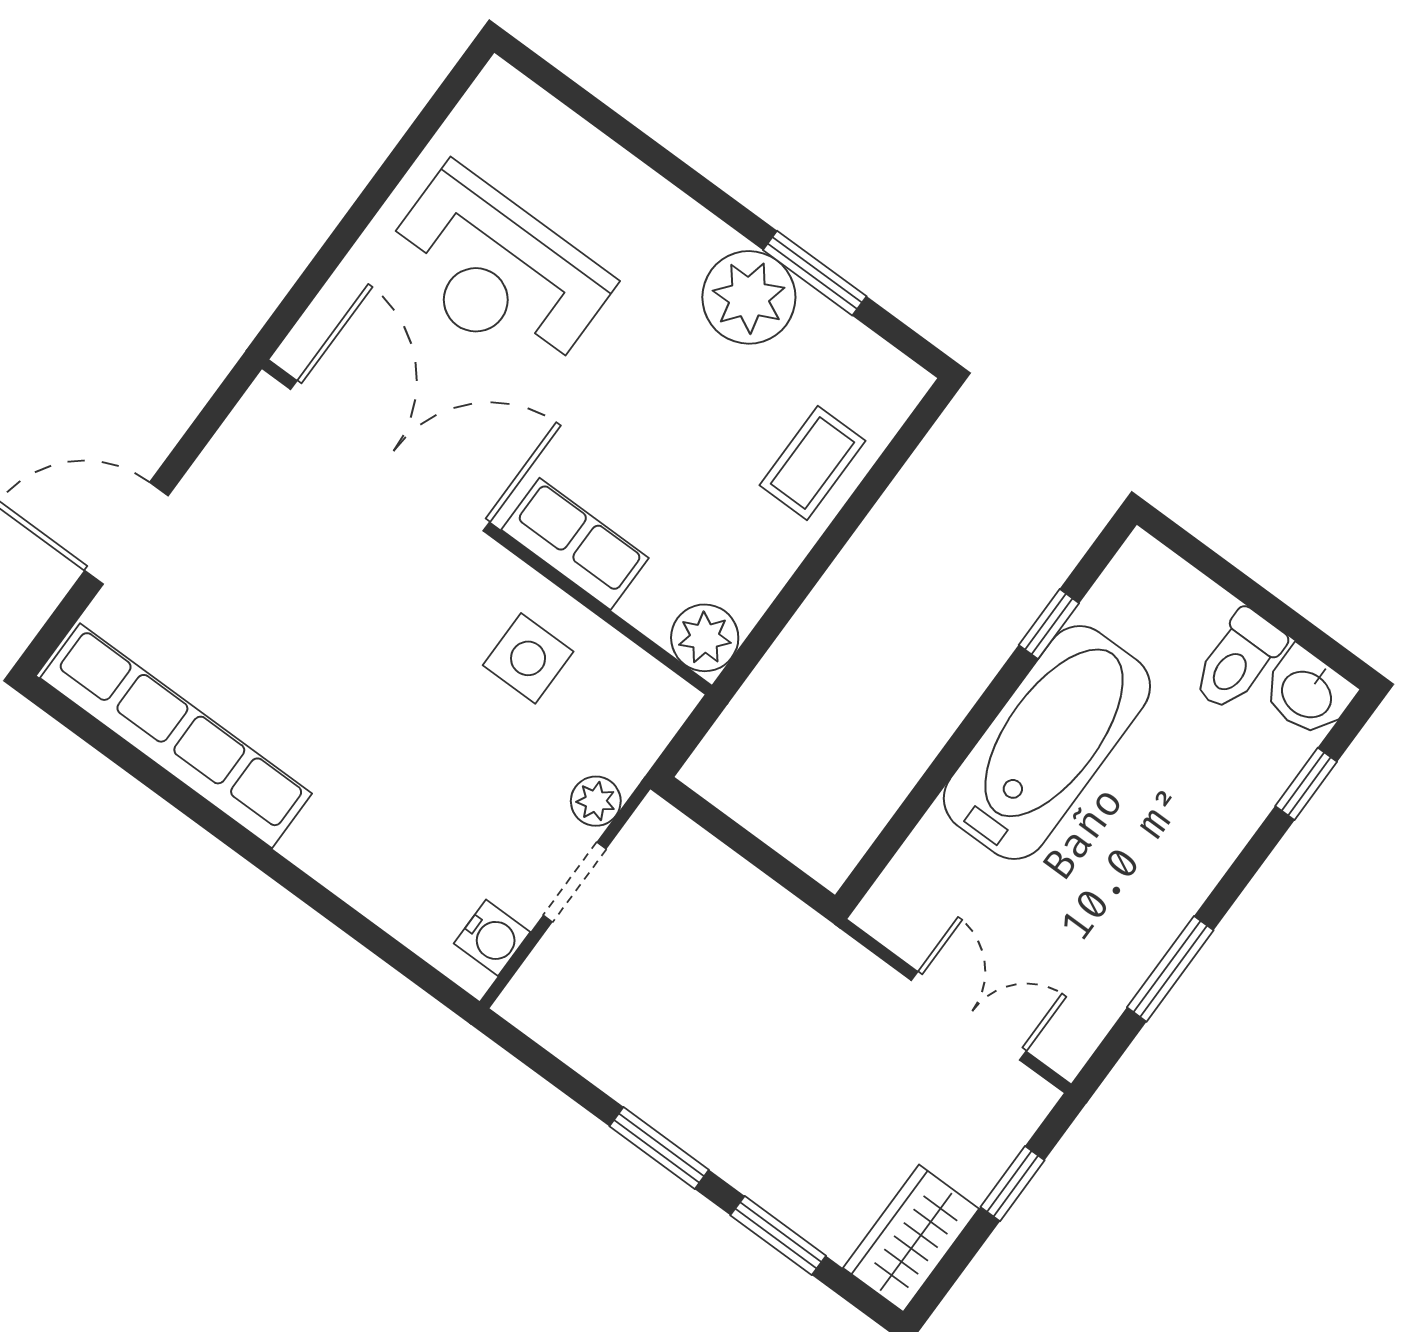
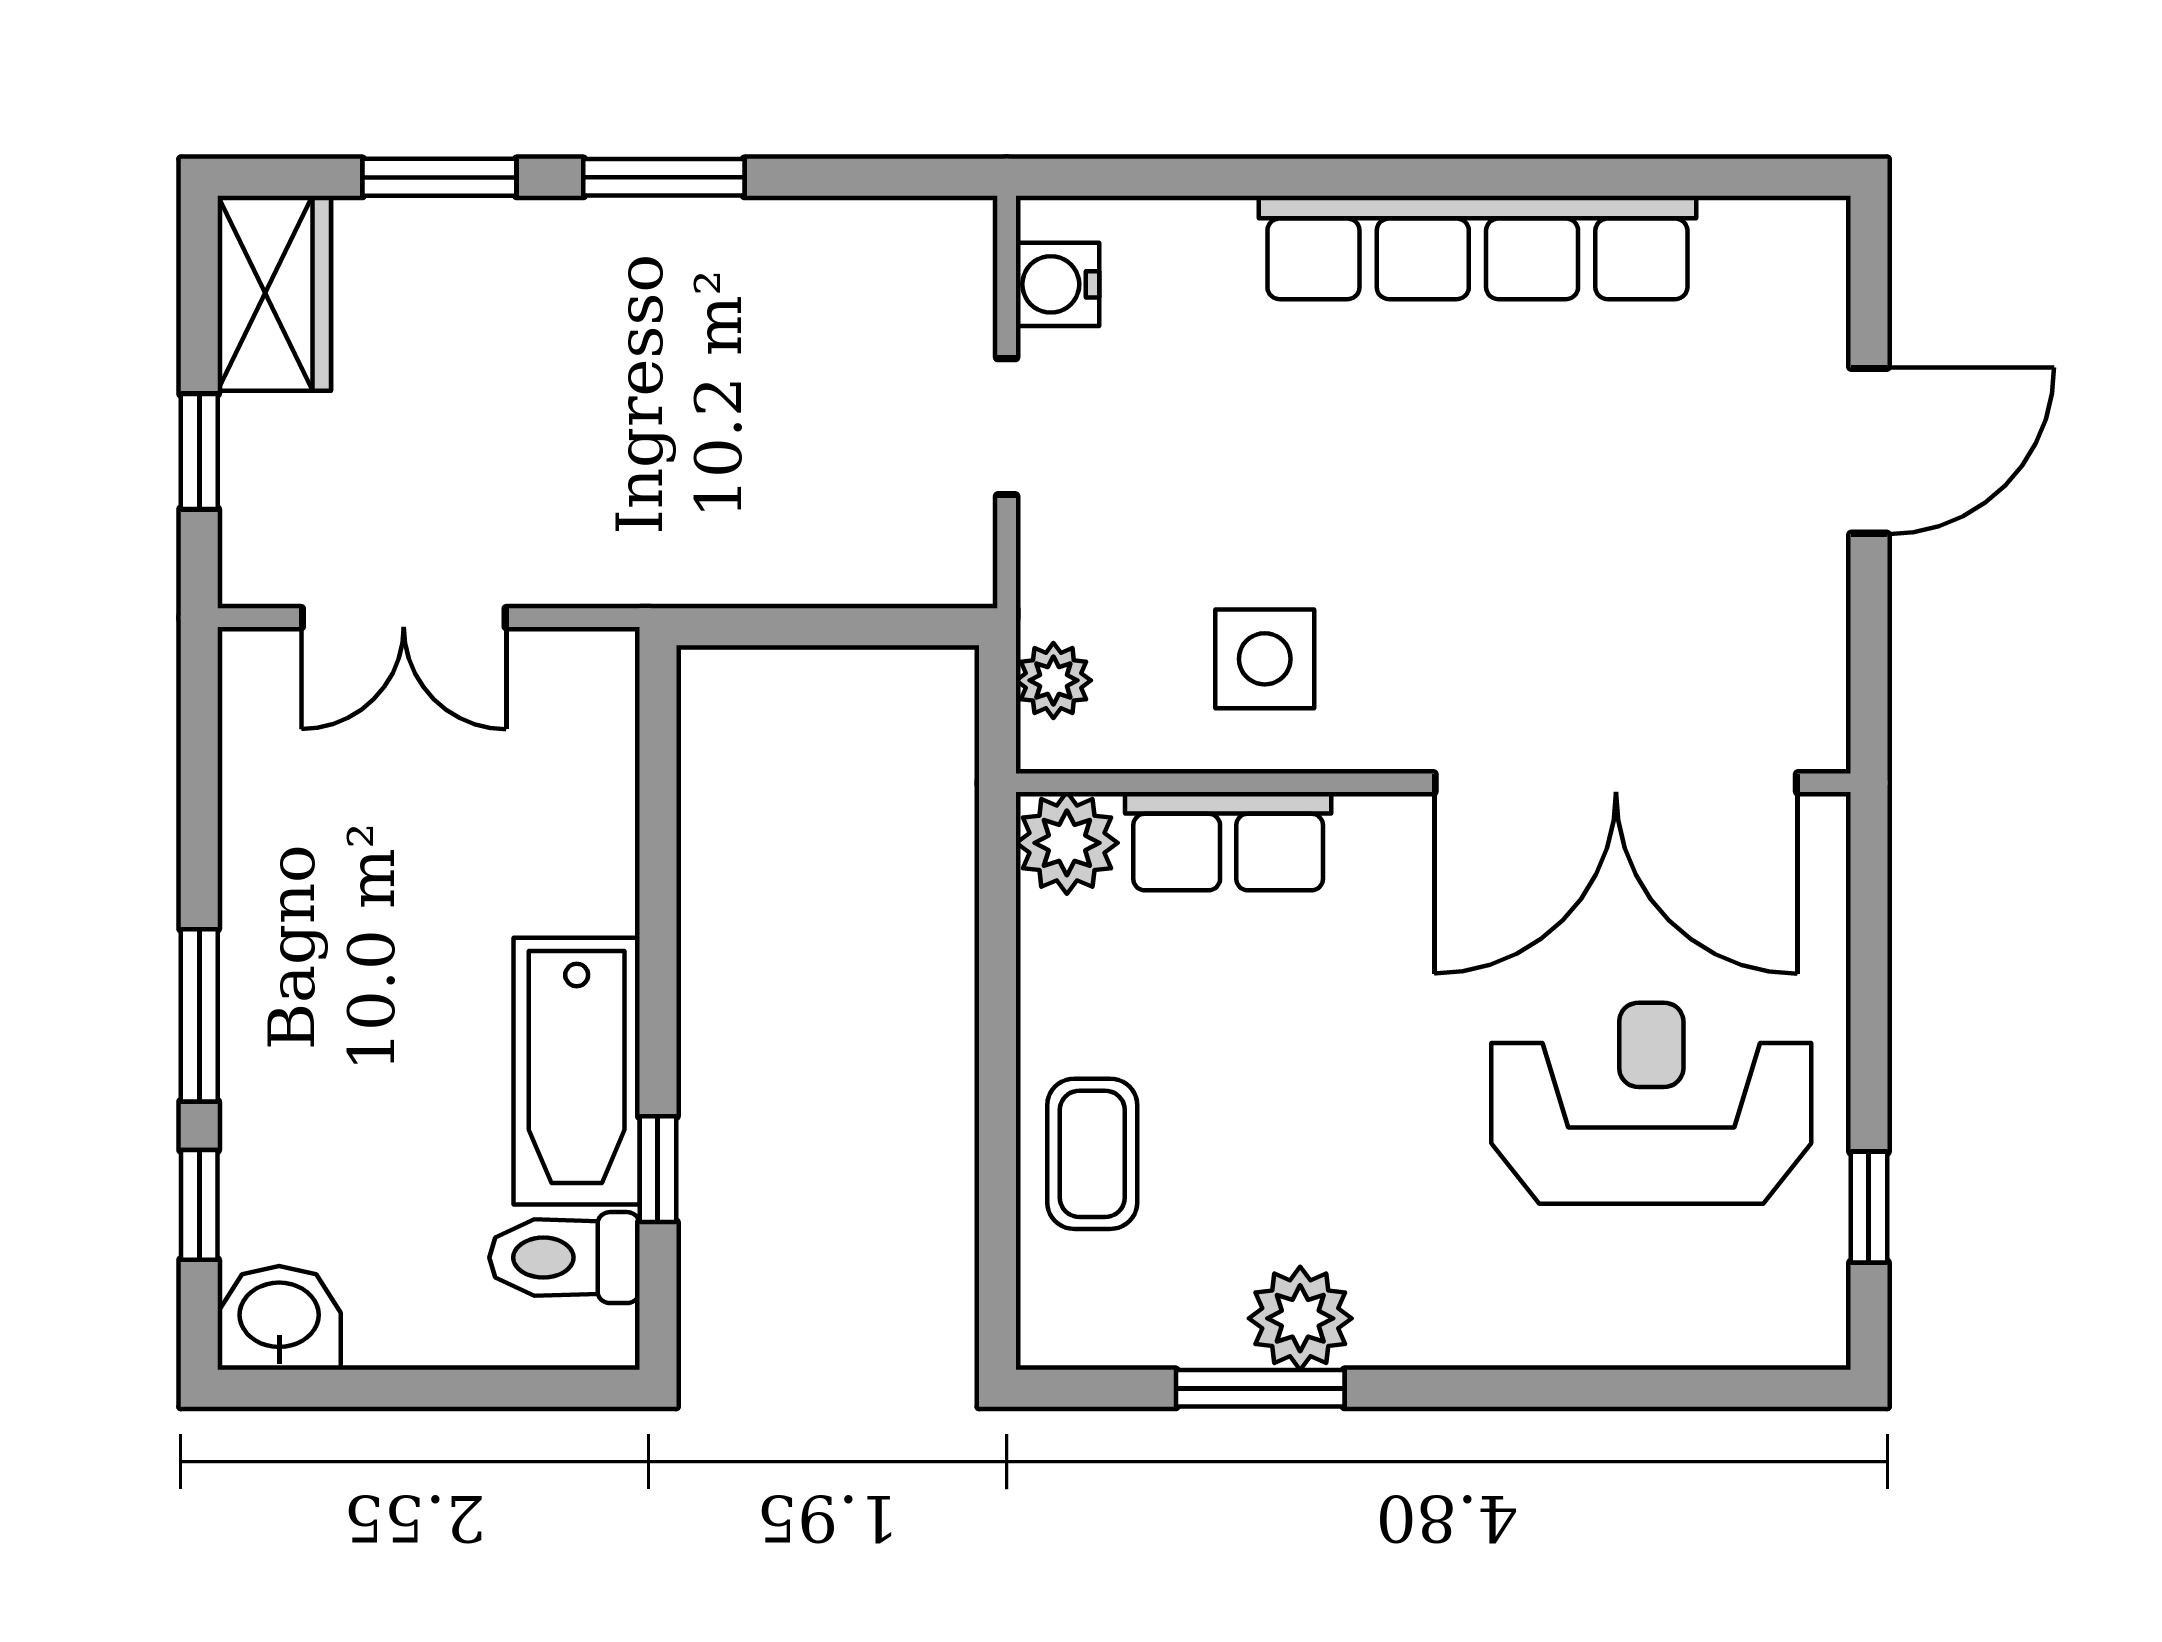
window: (421, 132) -> (1869, 1207), added
plant: (749, 297) -> (1300, 1318), width x0.73, depth x0.73
row of seats: (575, 544) -> (1228, 841), moved
toilet: (1238, 660) -> (564, 1258), moved, turned -90
row of seats: (176, 736) -> (1477, 247), moved
bathtub: (1047, 743) -> (577, 1071), width x0.73, depth x0.73
plant: (596, 801) -> (1053, 680), moved
window: (1170, 969) -> (199, 1015), moved

